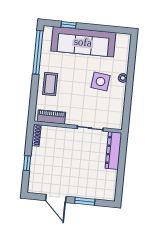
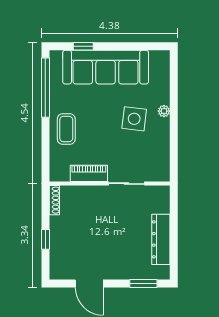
piano: (51, 117) -> (89, 173), moved
dresser: (113, 150) -> (161, 239), moved
window: (85, 201) -> (143, 283), moved

